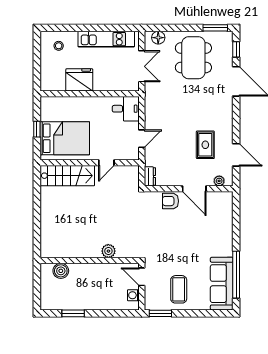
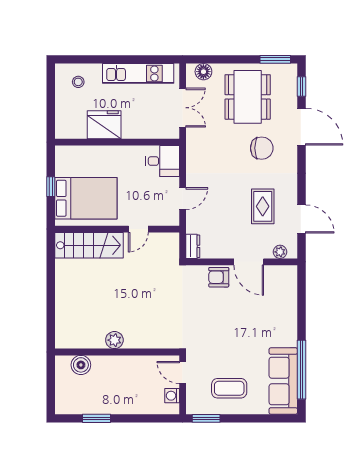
chair: (205, 98) -> (262, 148), added
plant: (108, 251) -> (114, 340), moved
coffee table: (179, 289) -> (229, 388), turned 90

